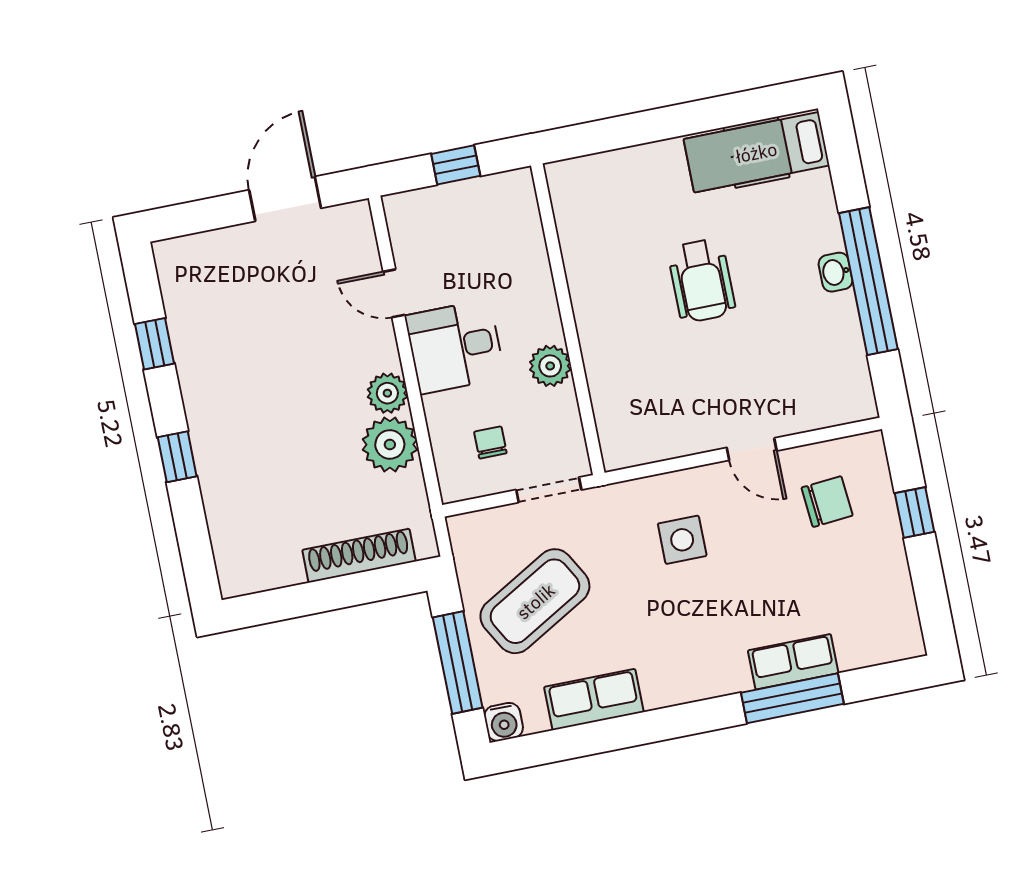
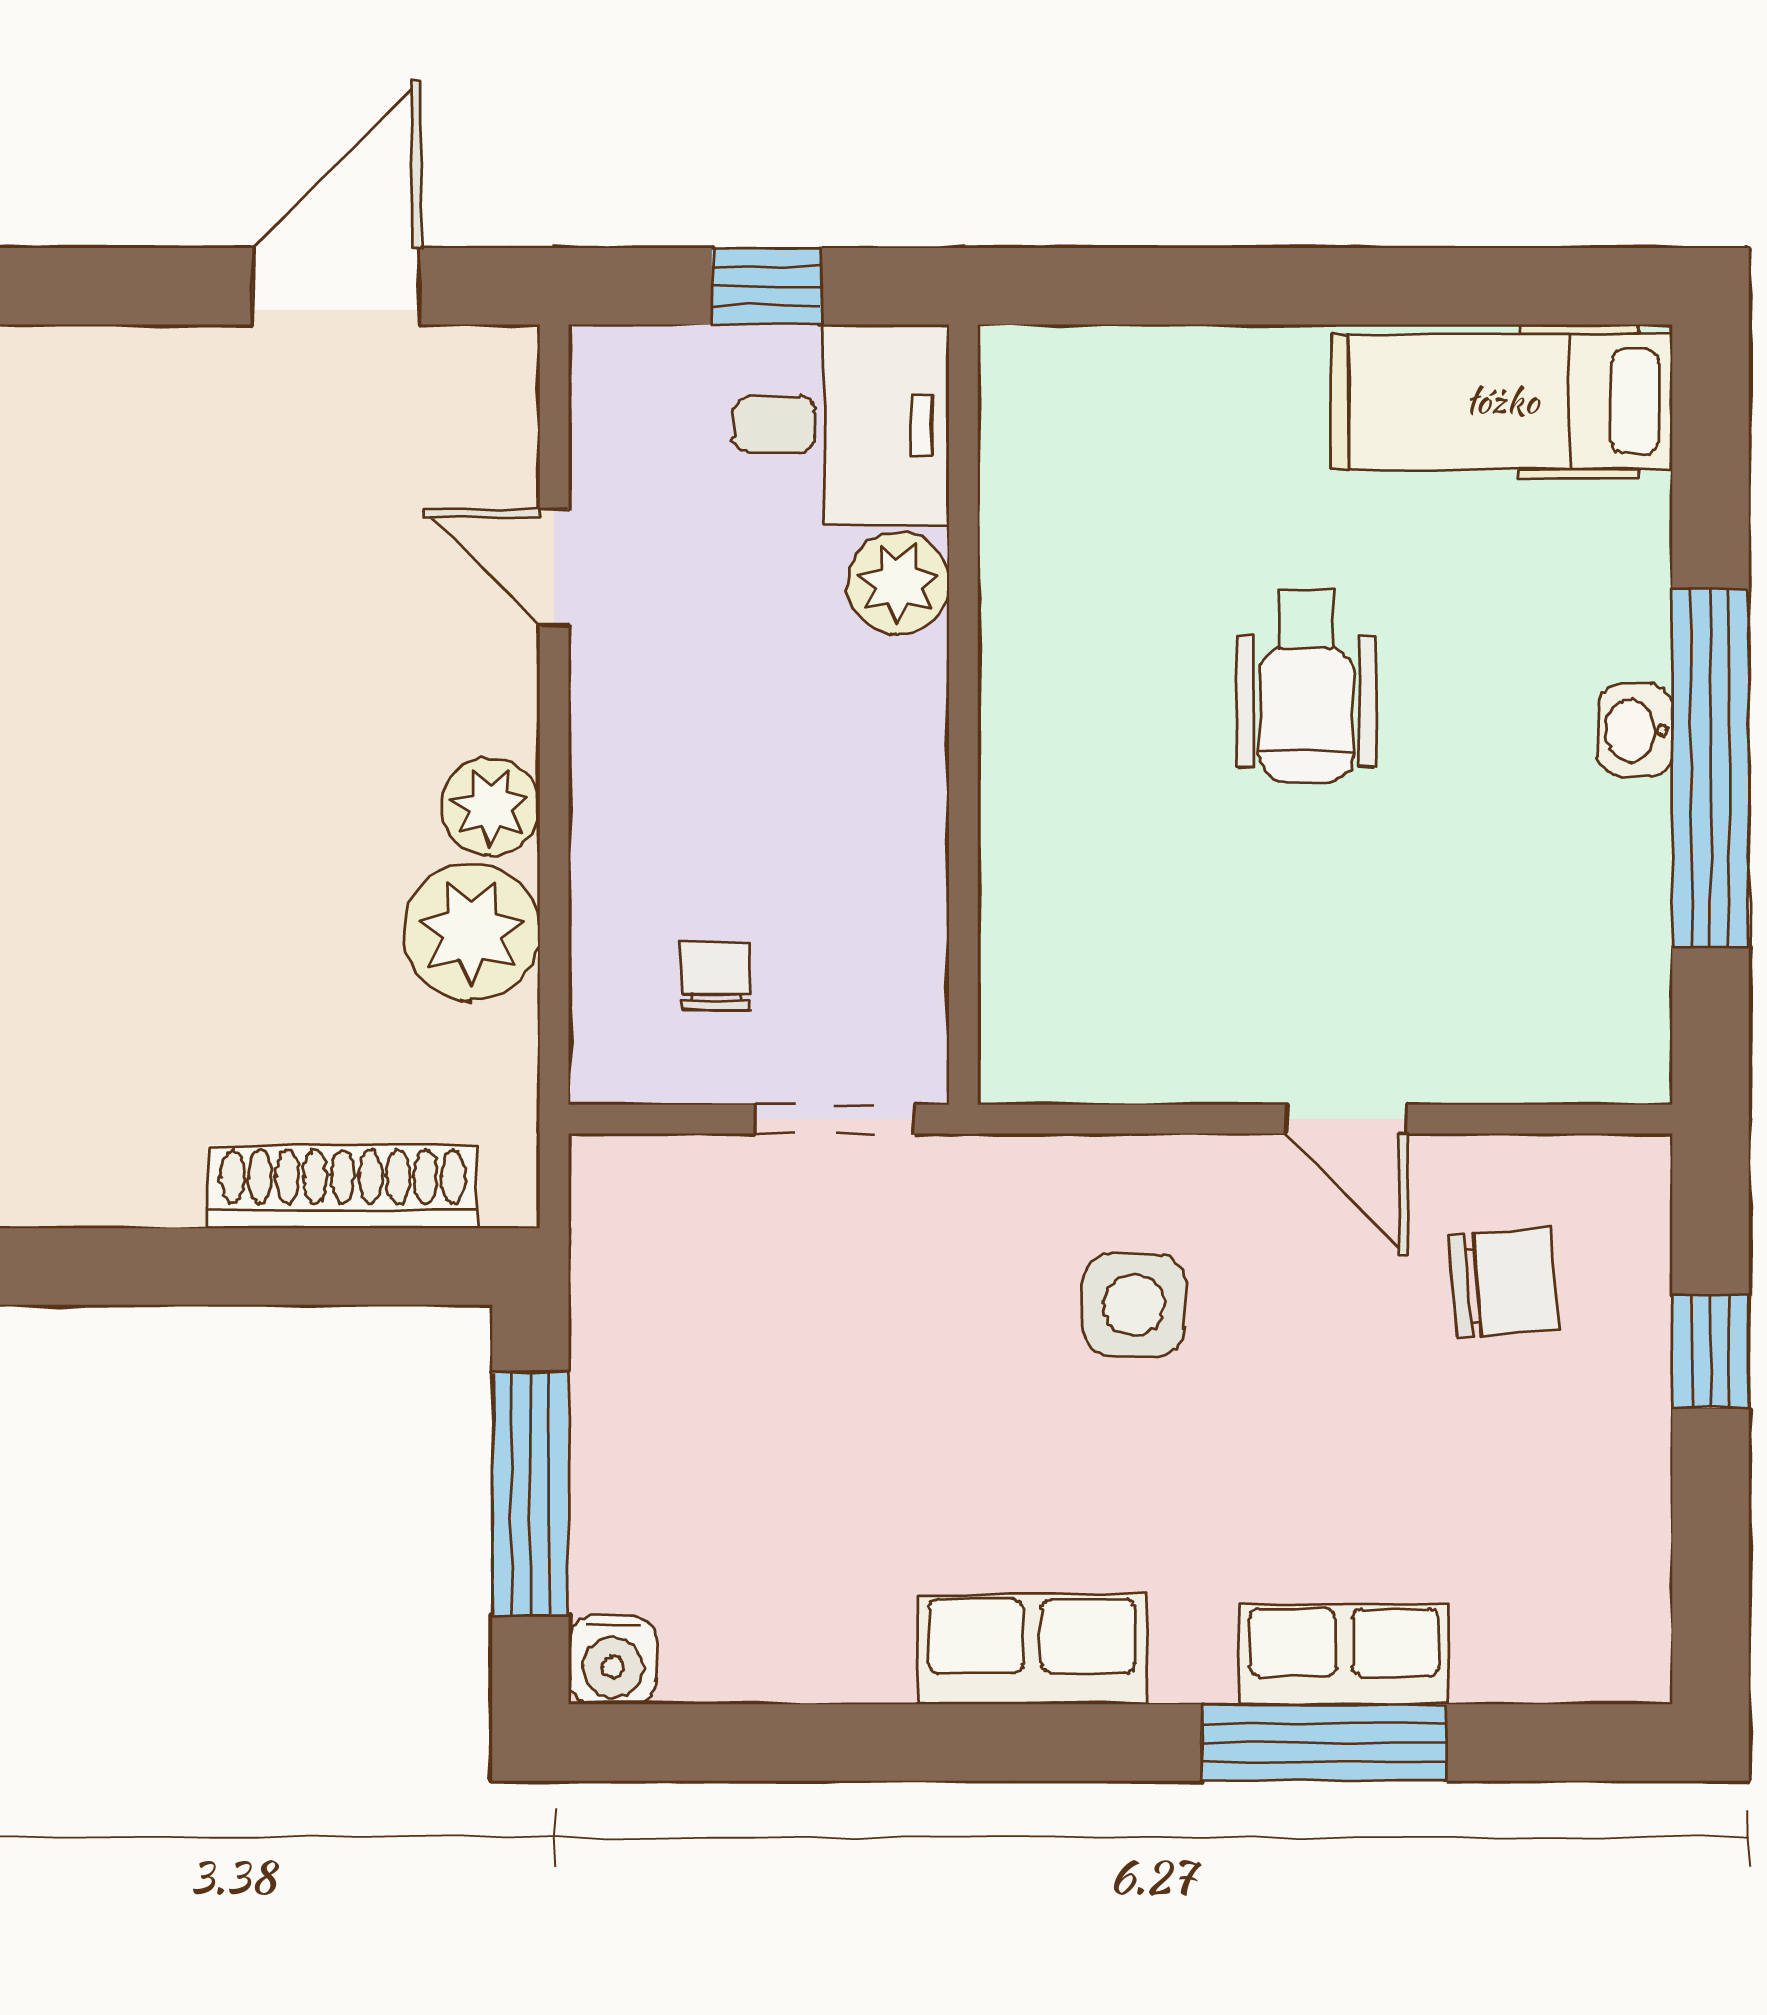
desk: (455, 347) -> (841, 425), moved, turned 180
plant: (550, 366) -> (898, 583), moved
coffee table: (535, 601) -> (747, 1382), removed
row of seats: (594, 700) -> (1032, 1649), moved

